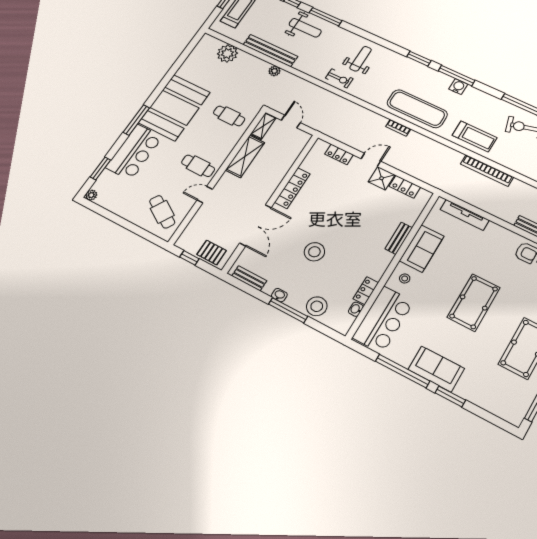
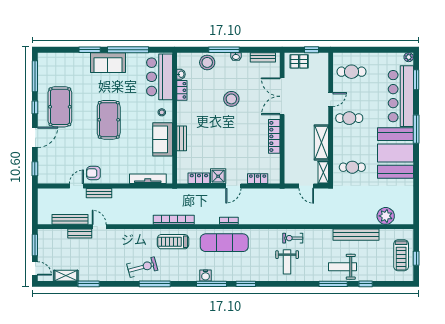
plant: (274, 71) -> (343, 220), removed
bar counter: (134, 152) -> (401, 96), width x1.36
bookcase: (487, 171) -> (174, 220), moved
cafe table: (162, 212) -> (352, 72), turned -31

